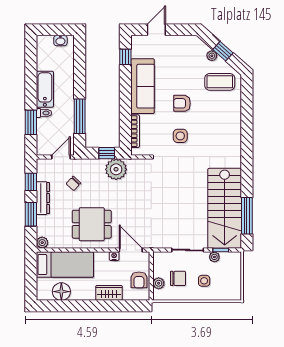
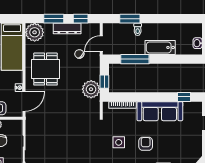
bathtub: (45, 89) -> (160, 47), moved, turned 180
door: (61, 157) -> (101, 44), swing flipped
plant: (42, 243) -> (35, 32), width x1.88, depth x1.88

